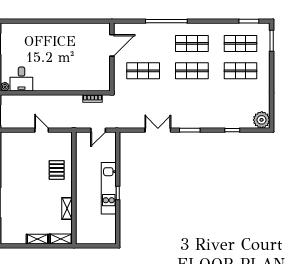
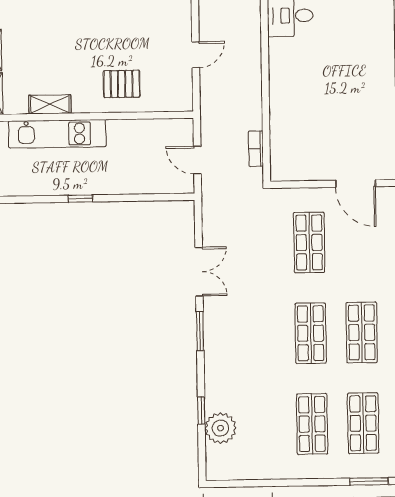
plant: (262, 120) -> (220, 428), moved
kitchen unit: (109, 188) -> (57, 134), moved, turned 180

